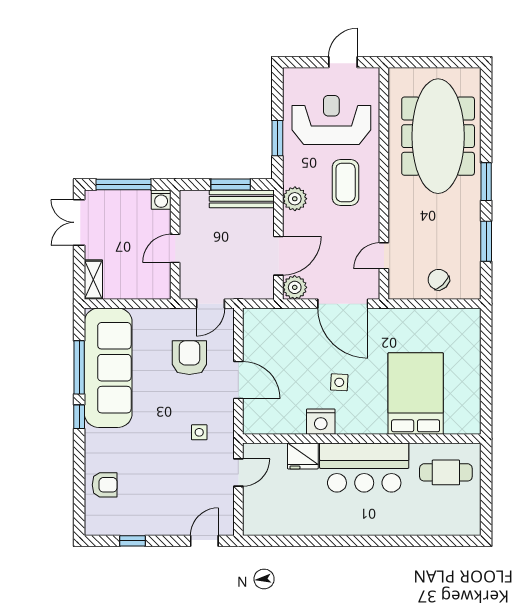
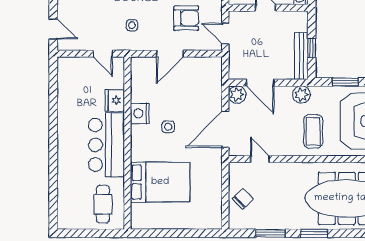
coffee table: (346, 182) -> (313, 131), turned 90
window: (231, 185) -> (312, 48), width x0.67

